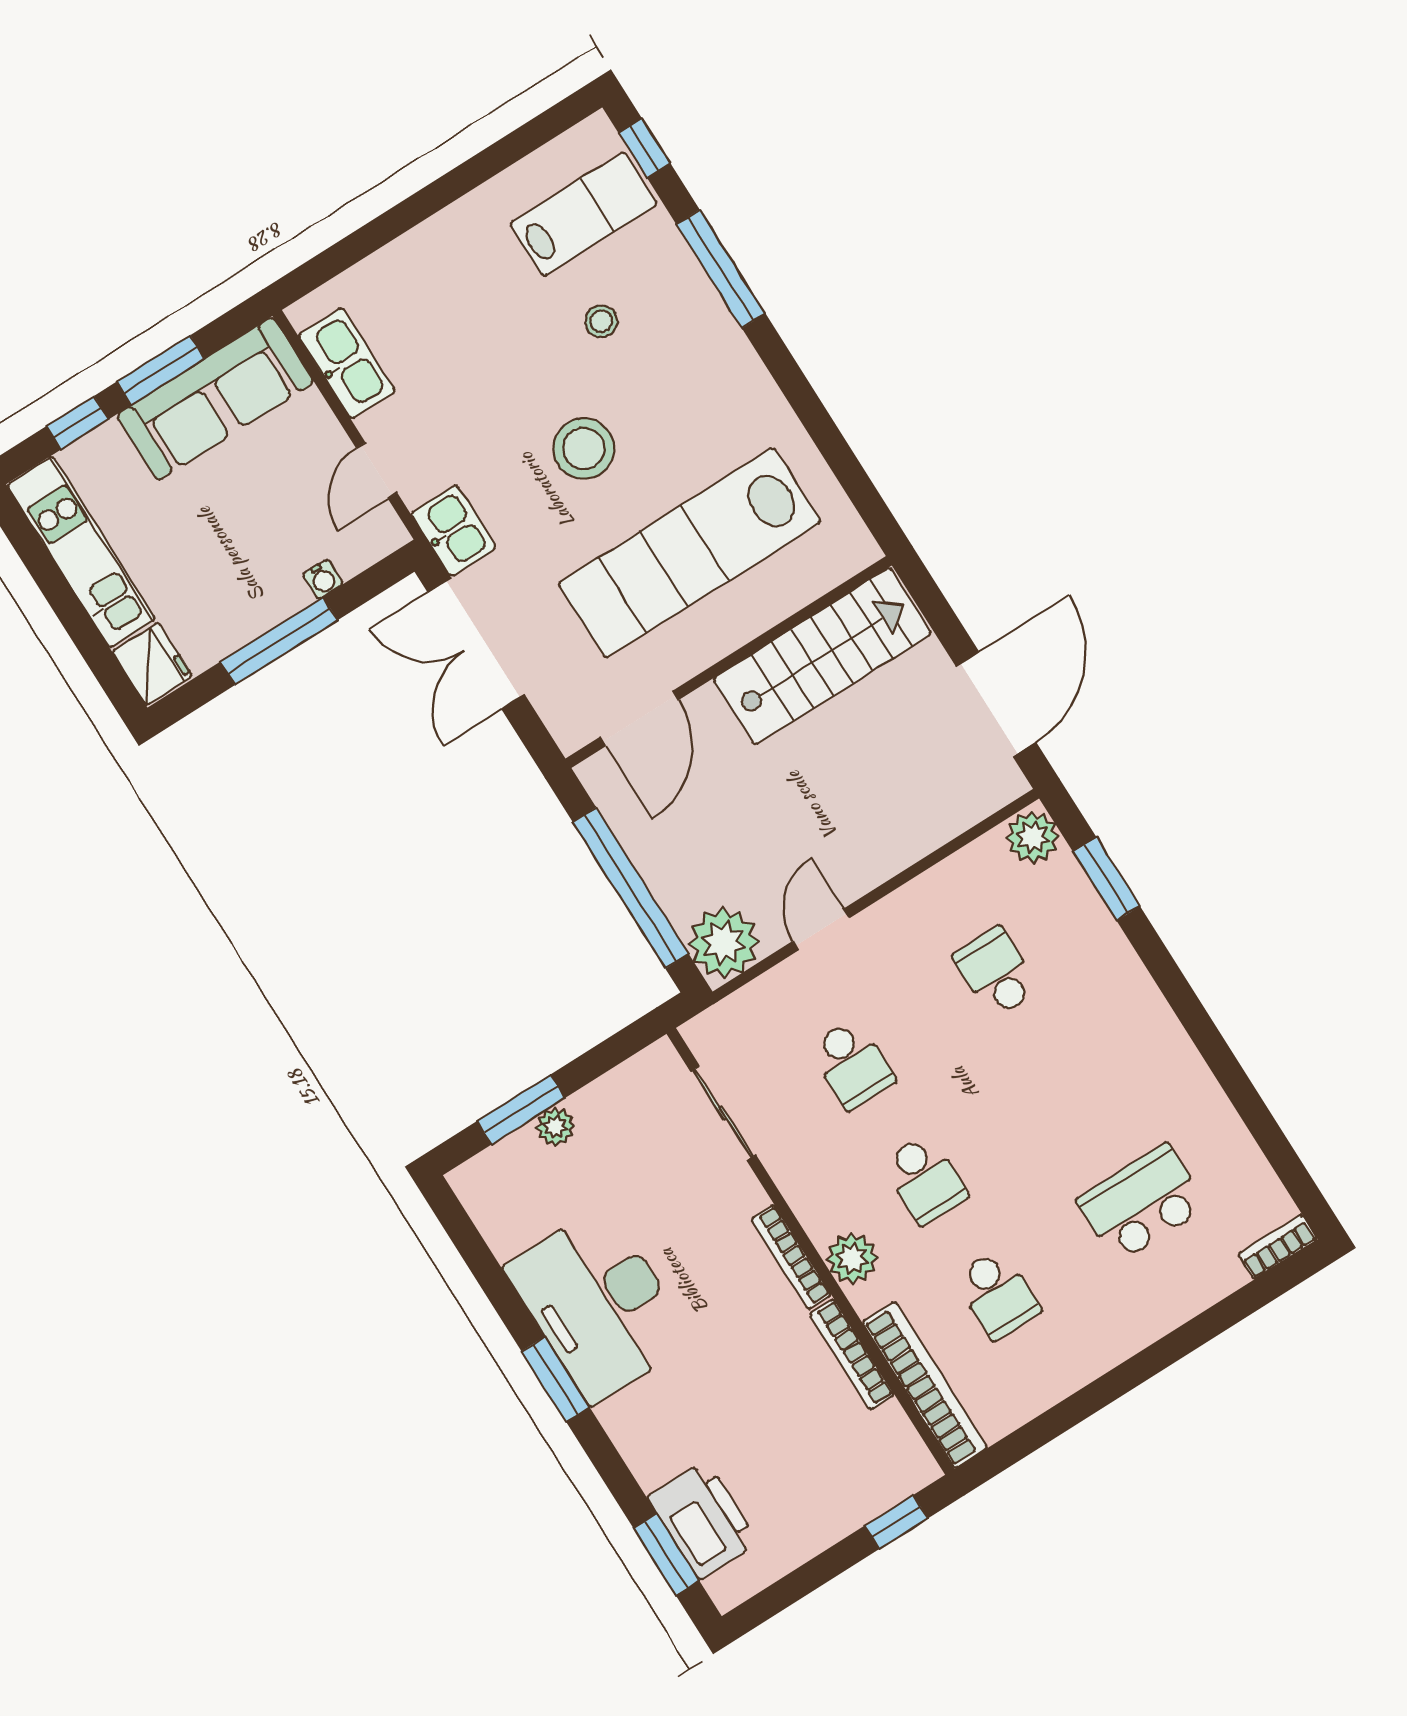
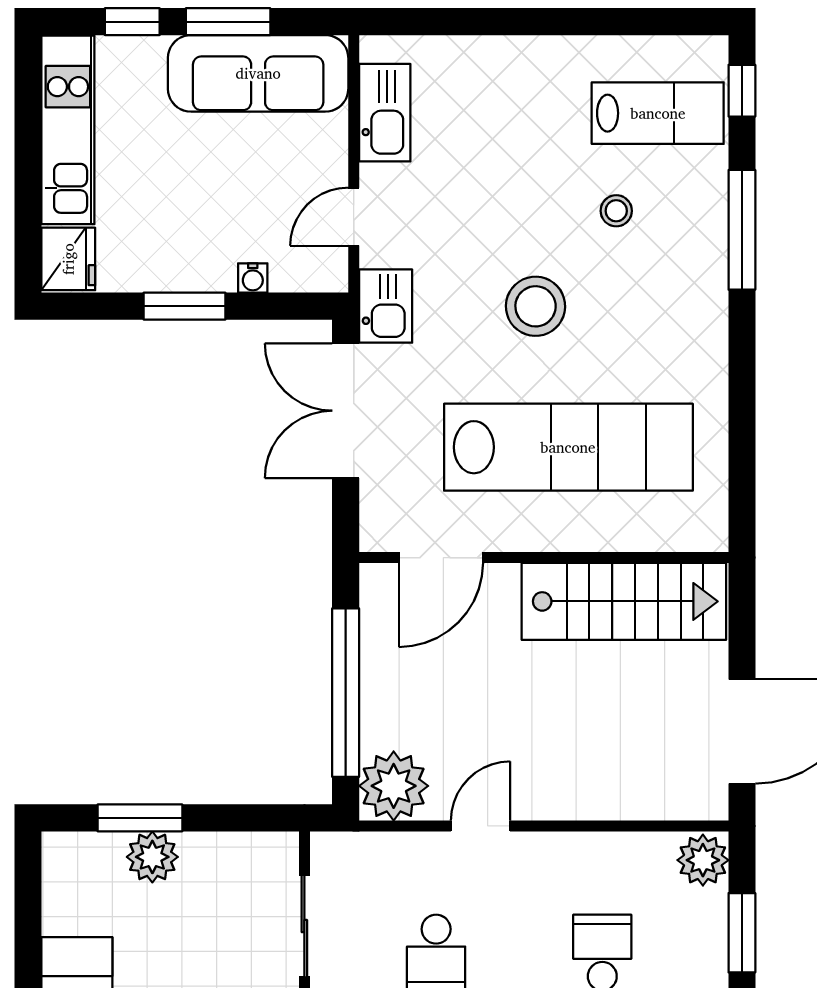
lab bench: (689, 553) -> (568, 447), turned 180
window: (279, 641) -> (184, 306), width x0.69
plant: (555, 1127) -> (152, 857), width x1.38, depth x1.38

